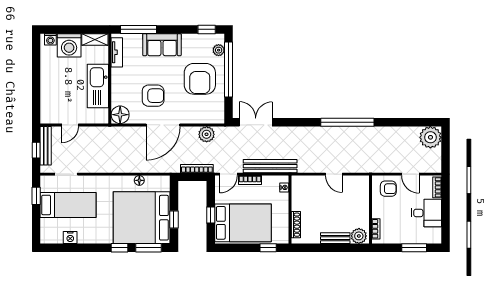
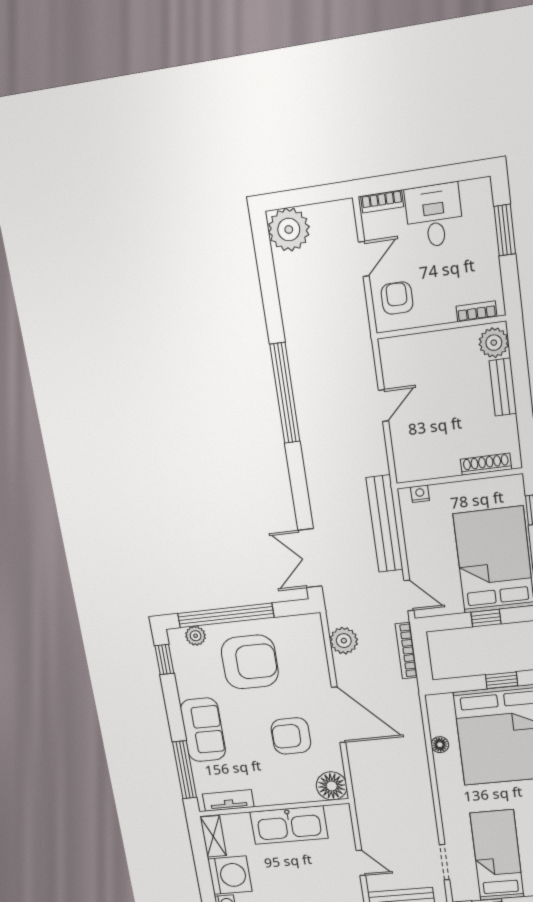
armchair: (153, 96) -> (291, 736), turned -90
bookcase: (250, 180) -> (414, 556), removed

